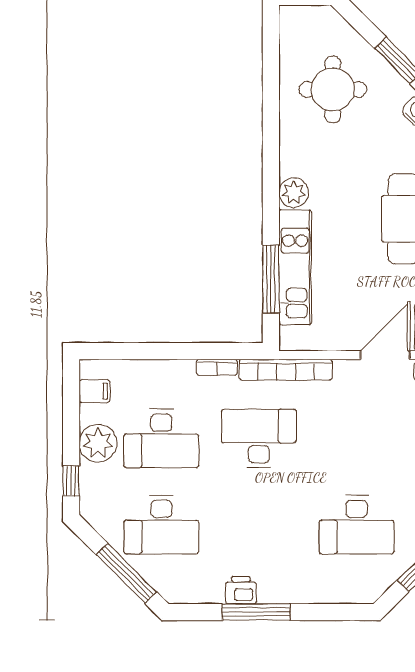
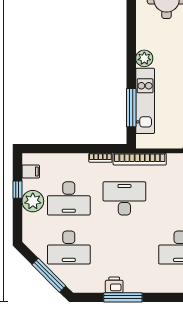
window: (71, 481) -> (17, 190), moved

